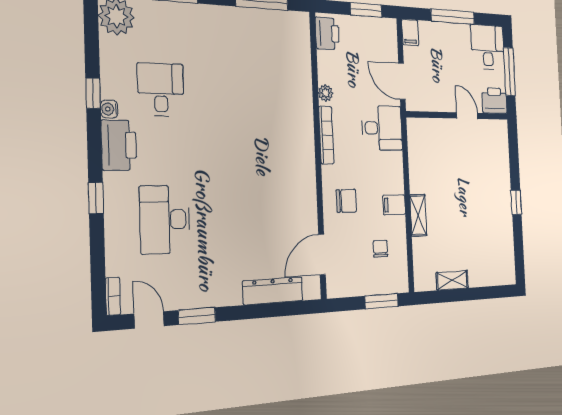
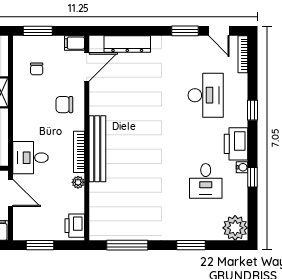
bench: (304, 139) -> (97, 149), added
filing cabinet: (394, 205) -> (74, 43), moved, turned 180
bookcase: (113, 296) -> (243, 54), width x1.56

